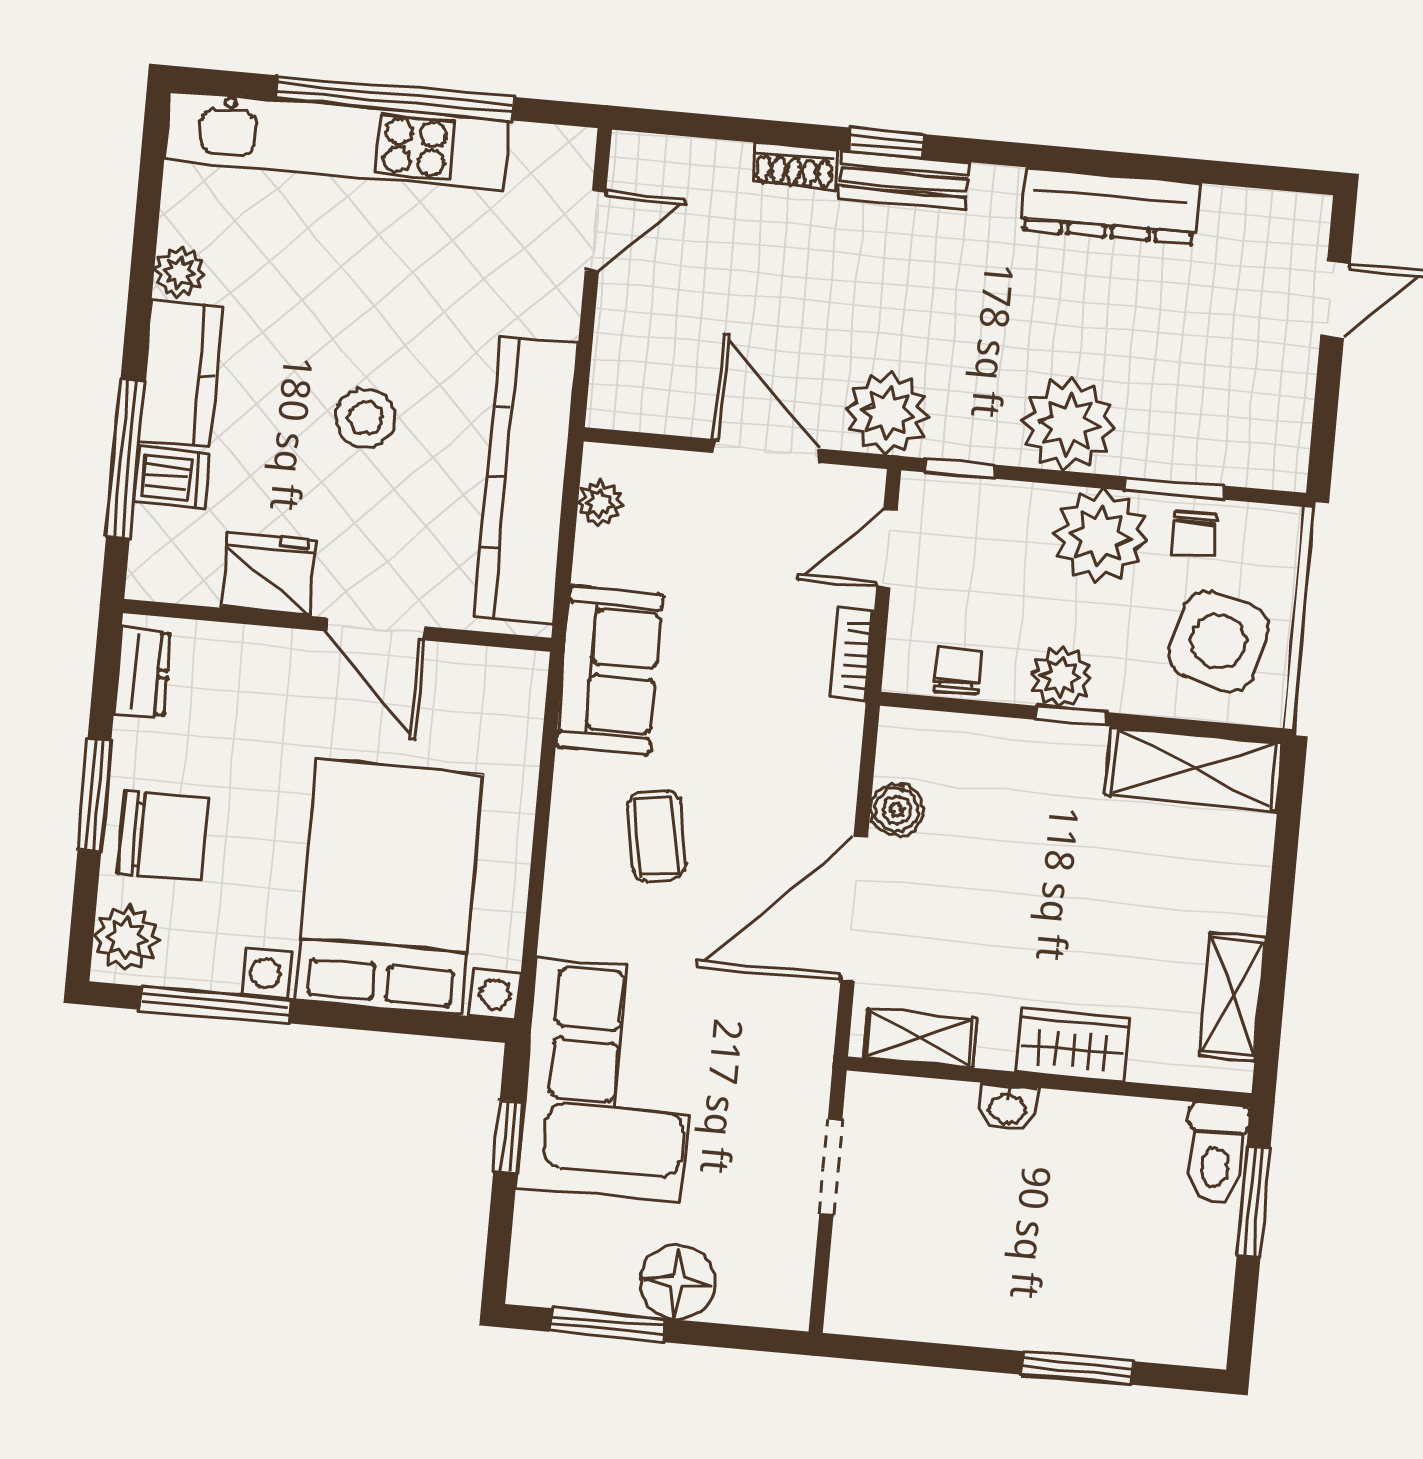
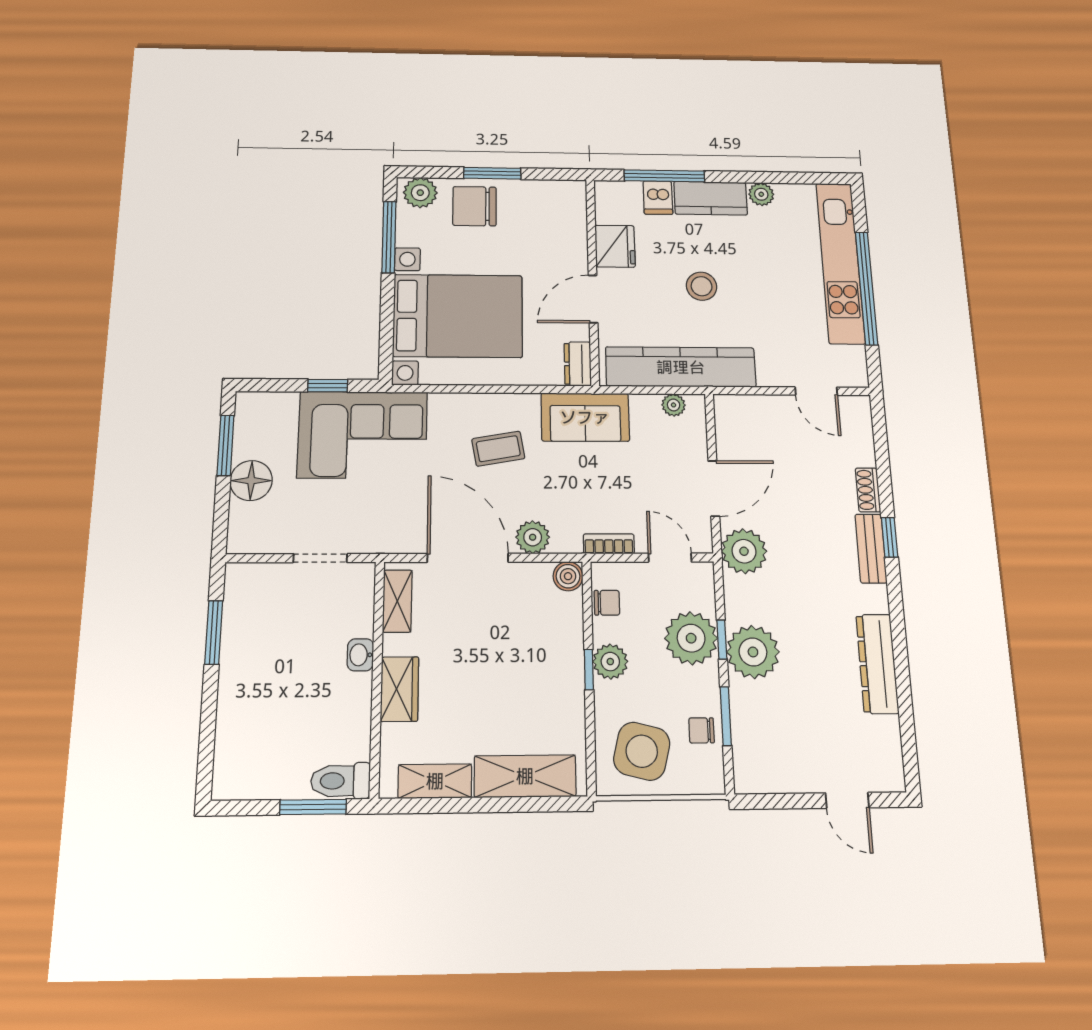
window: (960, 469) -> (722, 639), moved
plant: (1100, 536) -> (691, 638), moved
dresser: (142, 672) -> (578, 364), moved, turned 90
shelving: (1194, 769) -> (525, 776), moved, turned 90
plant: (827, 790) -> (533, 537), added
boiler: (897, 810) -> (568, 576), moved
chair: (163, 836) -> (475, 206), turned 90
window: (1077, 1368) -> (214, 632), moved

